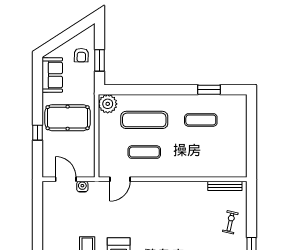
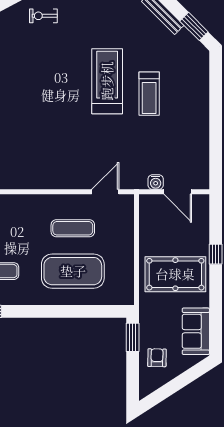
window: (99, 60) -> (133, 337), moved
plant: (108, 104) -> (122, 293), removed
exercise mat: (144, 120) -> (73, 271), width x1.47

